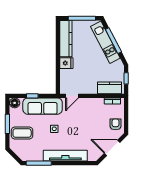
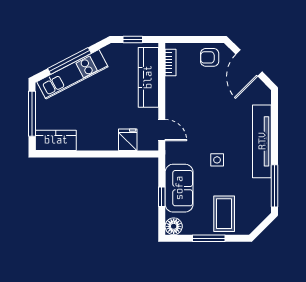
kitchen counter: (66, 39) -> (56, 140), width x0.67
fridge: (66, 63) -> (128, 140), moved
kitchen counter: (109, 88) -> (148, 77), width x1.50
sofa: (43, 106) -> (179, 188), width x0.73

